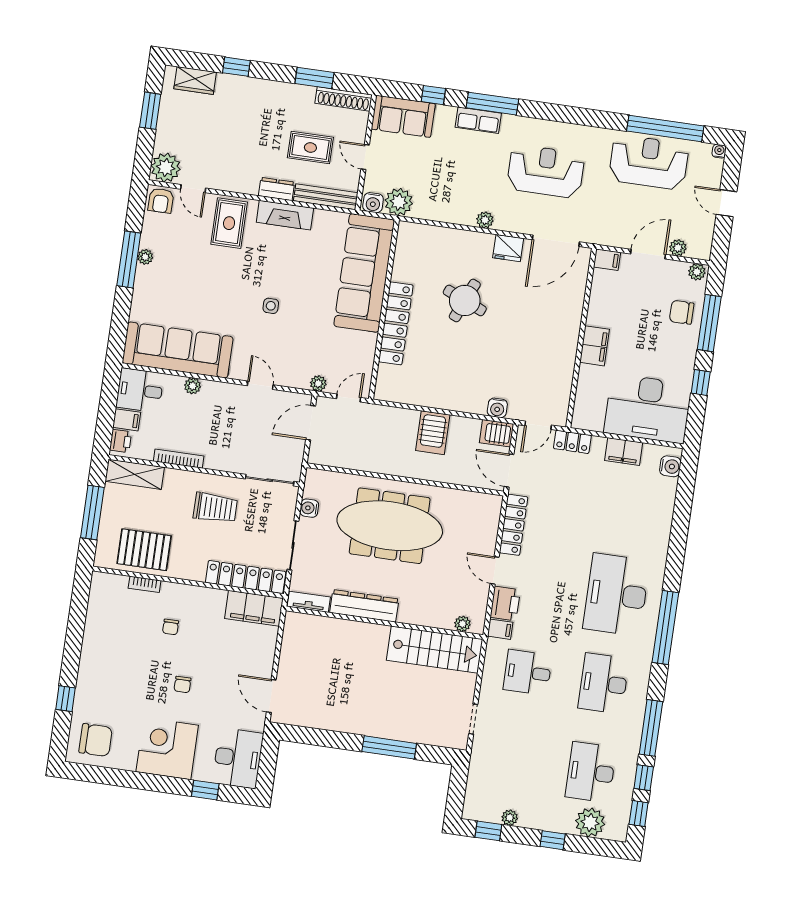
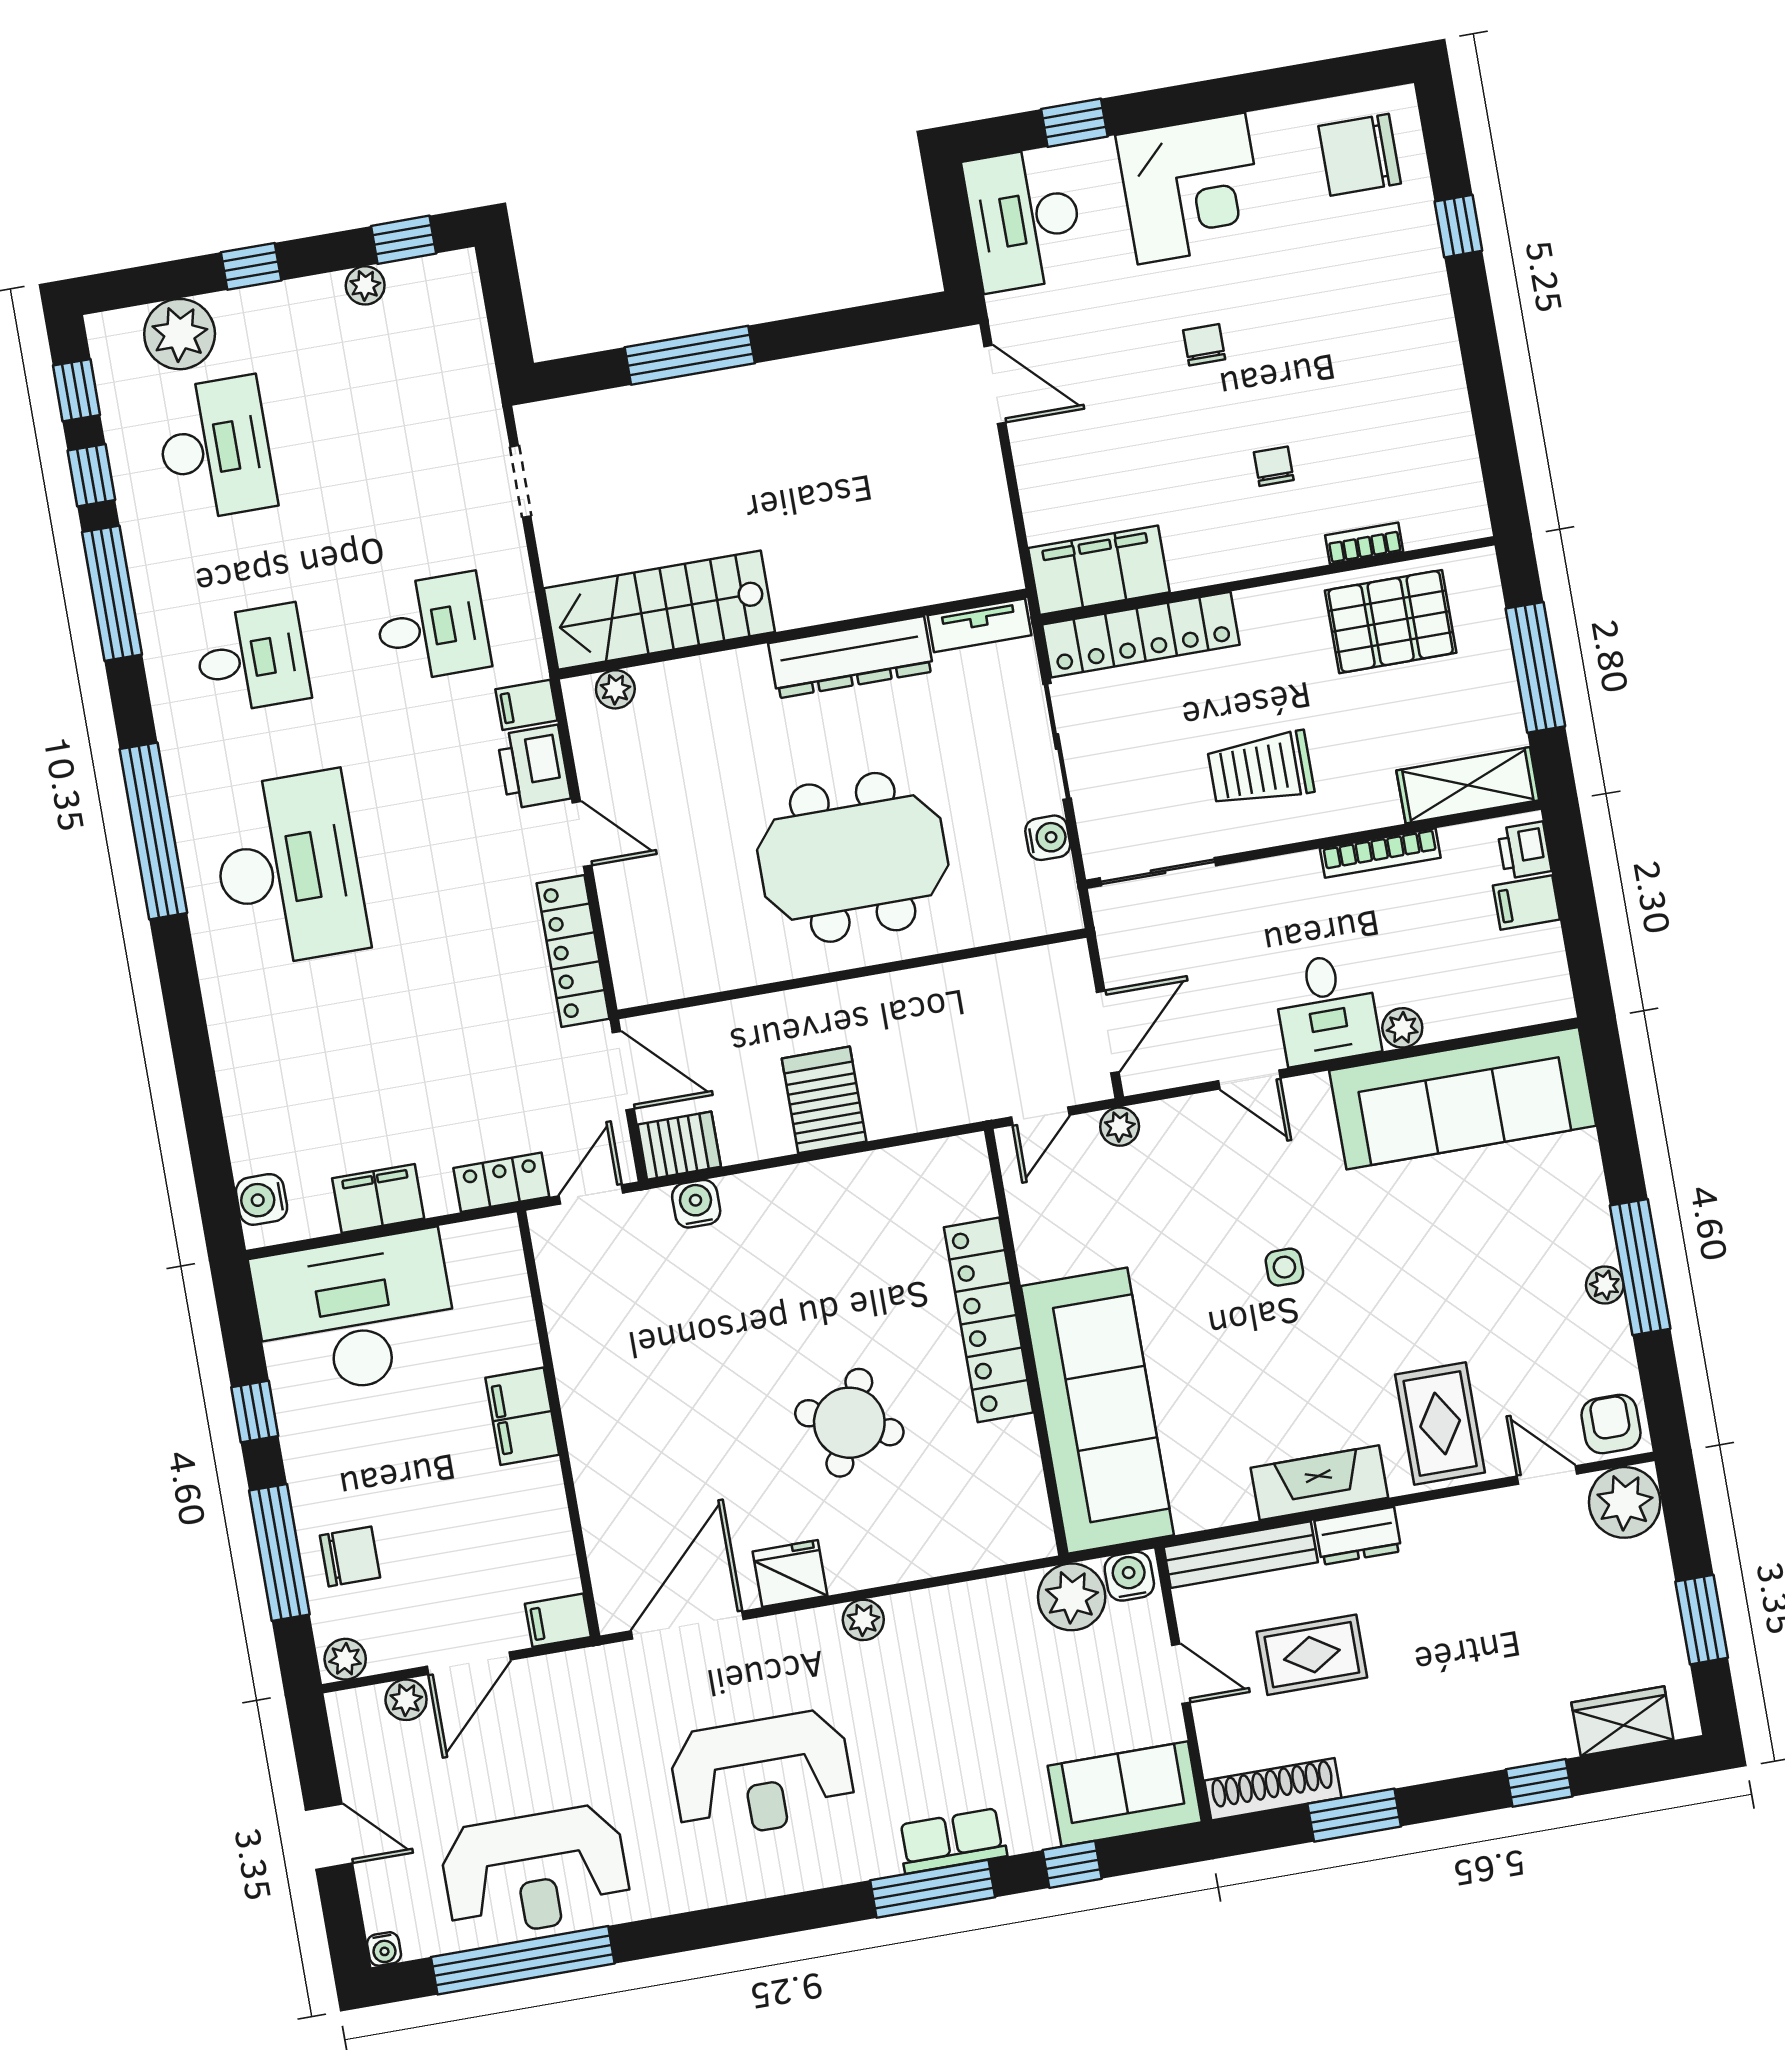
desk: (140, 390) -> (1327, 1009), moved, turned 90
meeting table: (390, 526) -> (853, 857), width x0.73
desk: (604, 683) -> (252, 659), width x0.73

